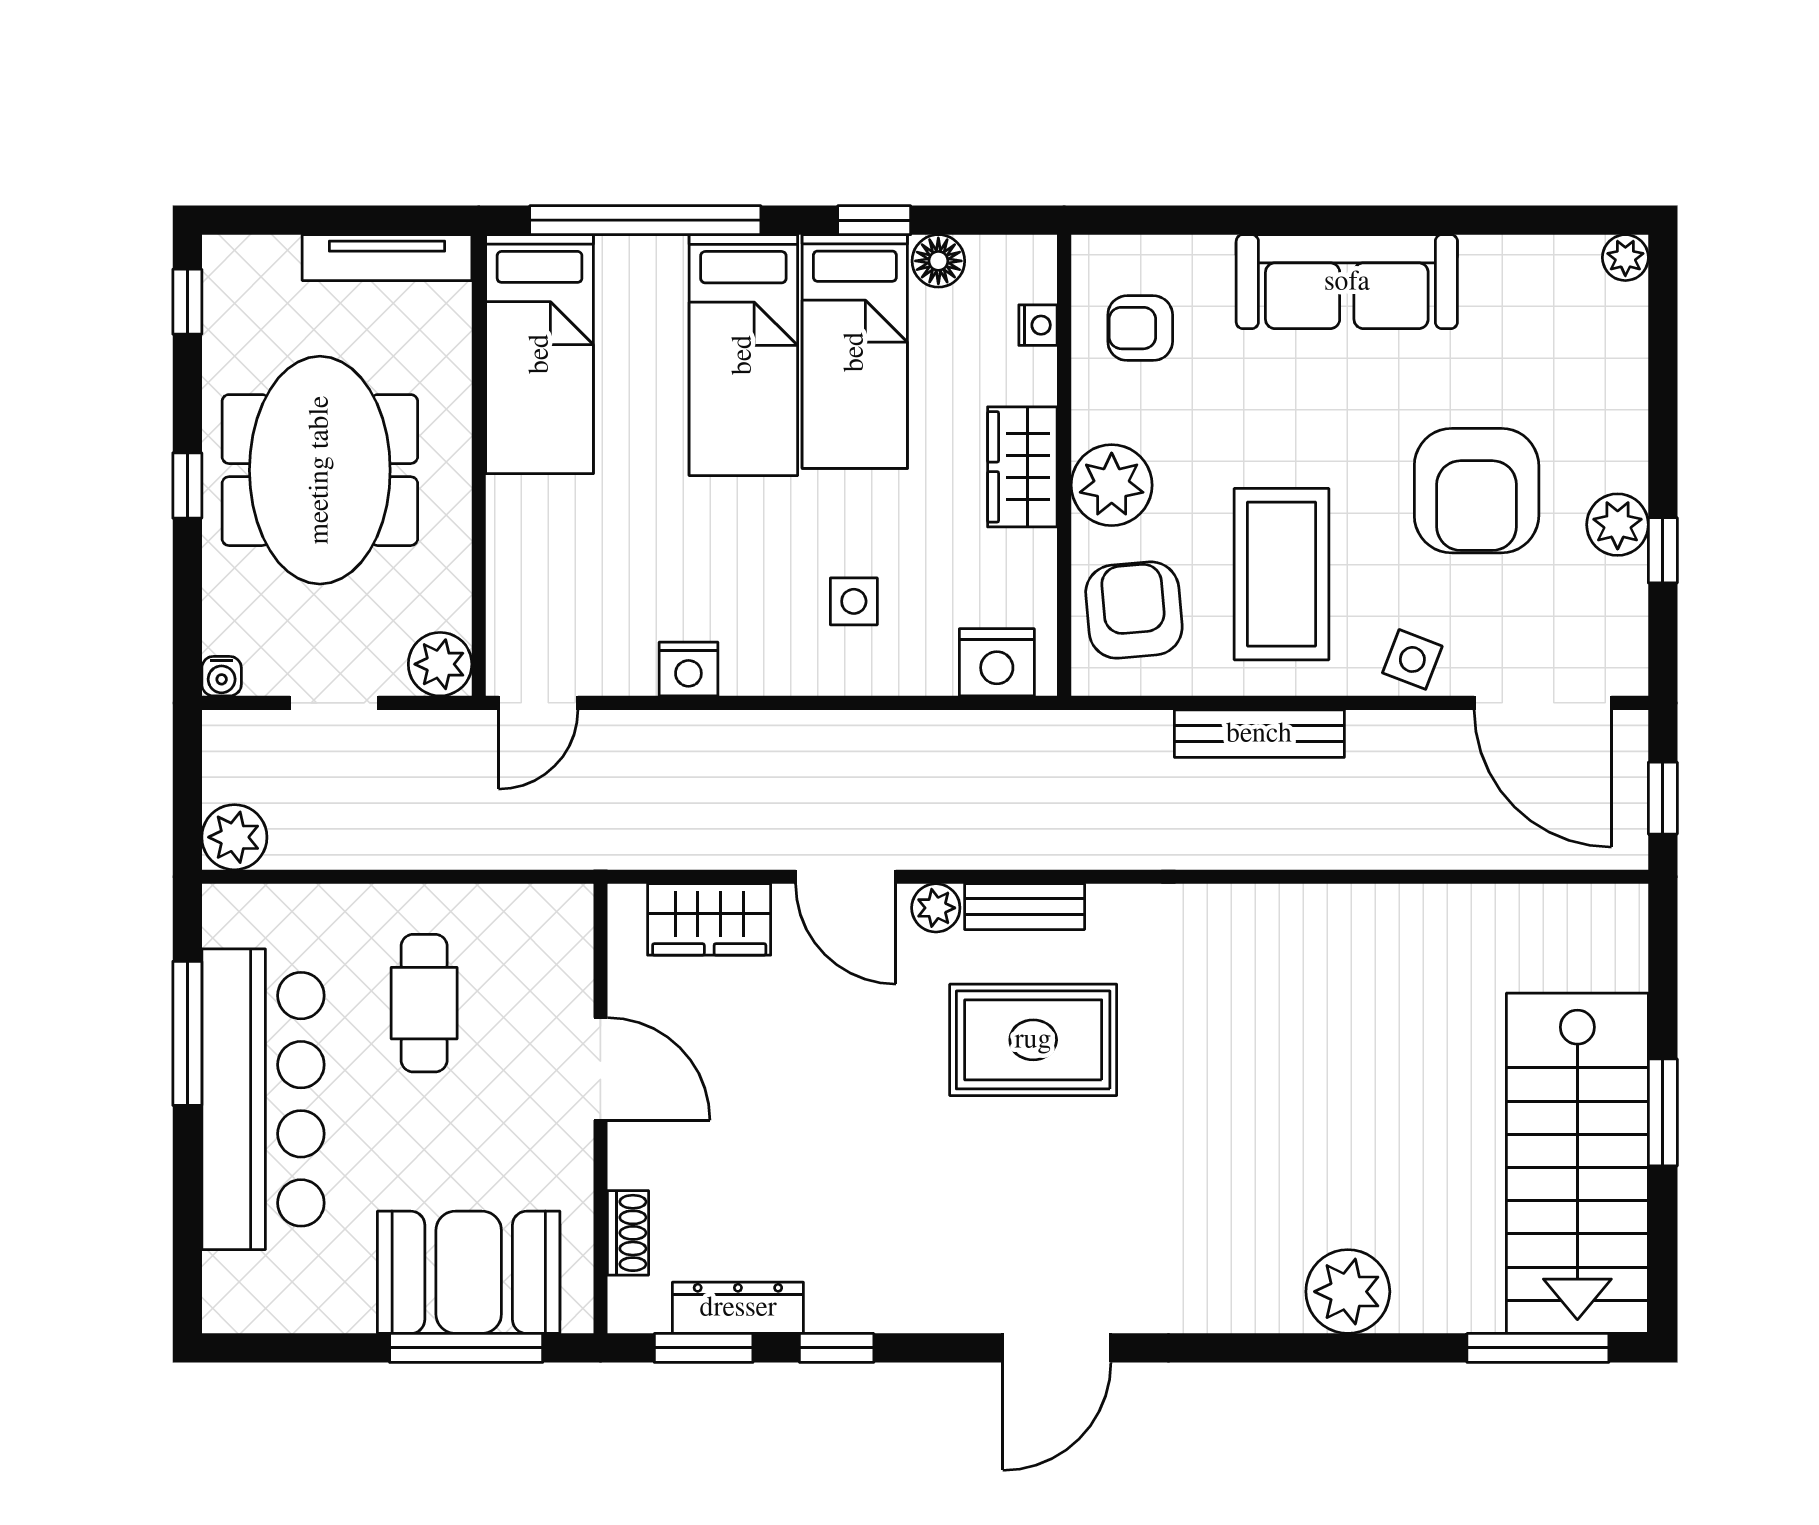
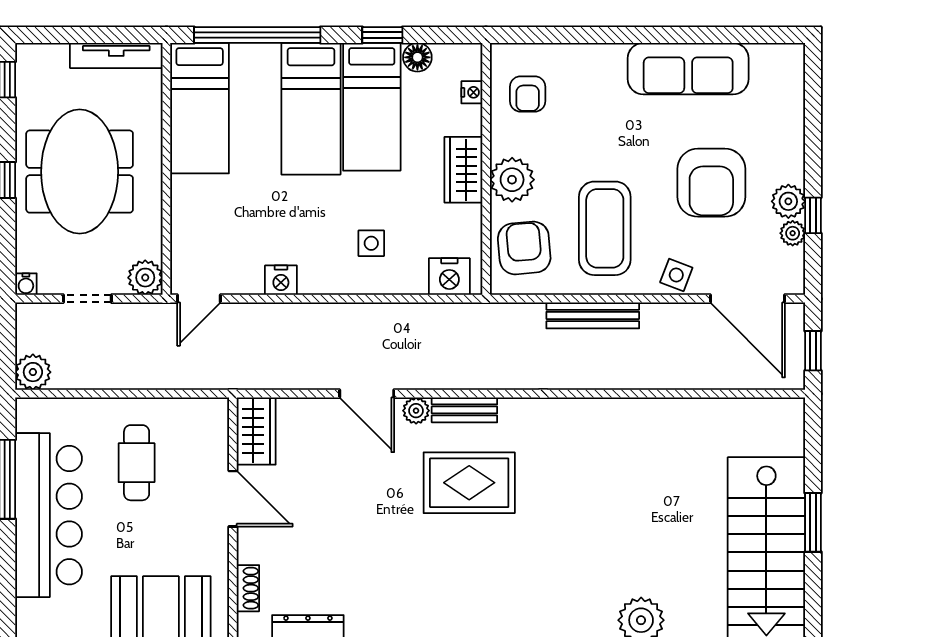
plant: (1625, 258) -> (793, 233), moved
sofa: (1347, 282) -> (688, 69), moved
armchair: (1140, 328) -> (528, 94), turned -90
wardrobe: (709, 919) -> (256, 431), moved, turned -90

